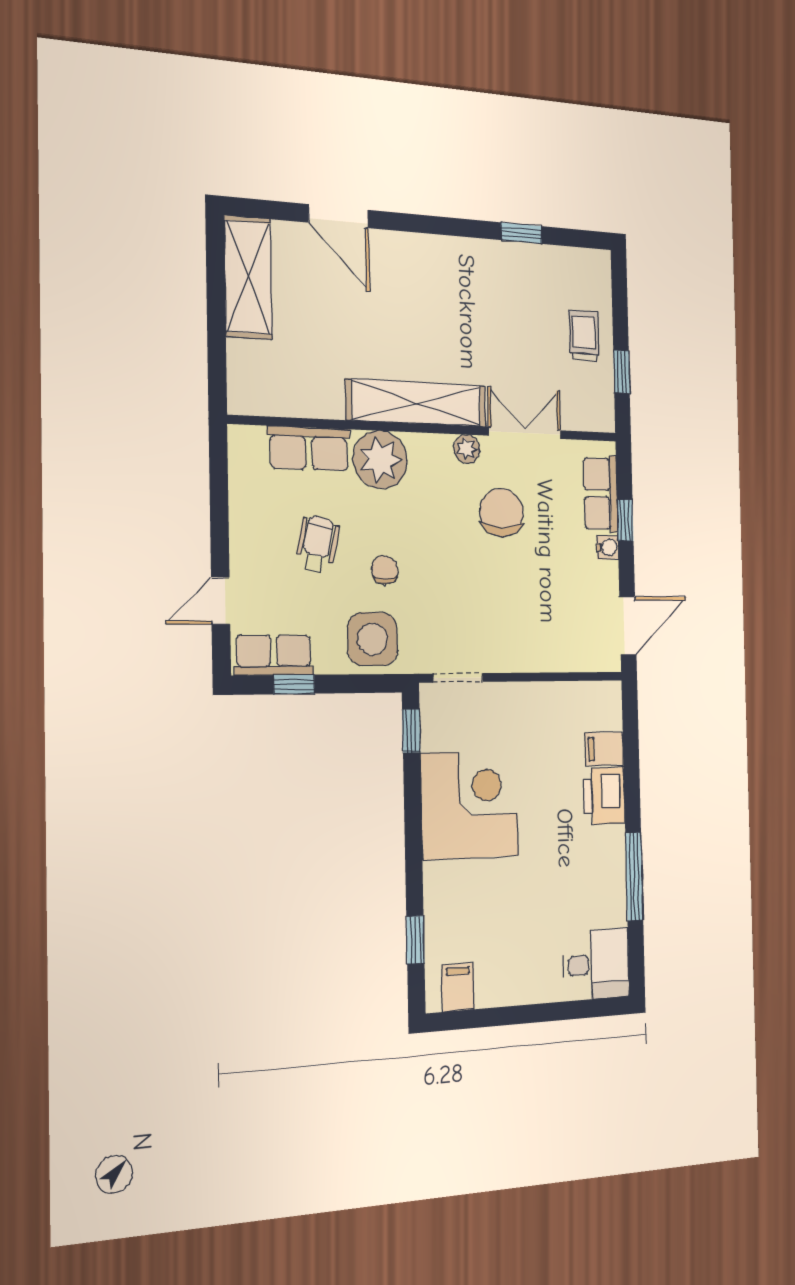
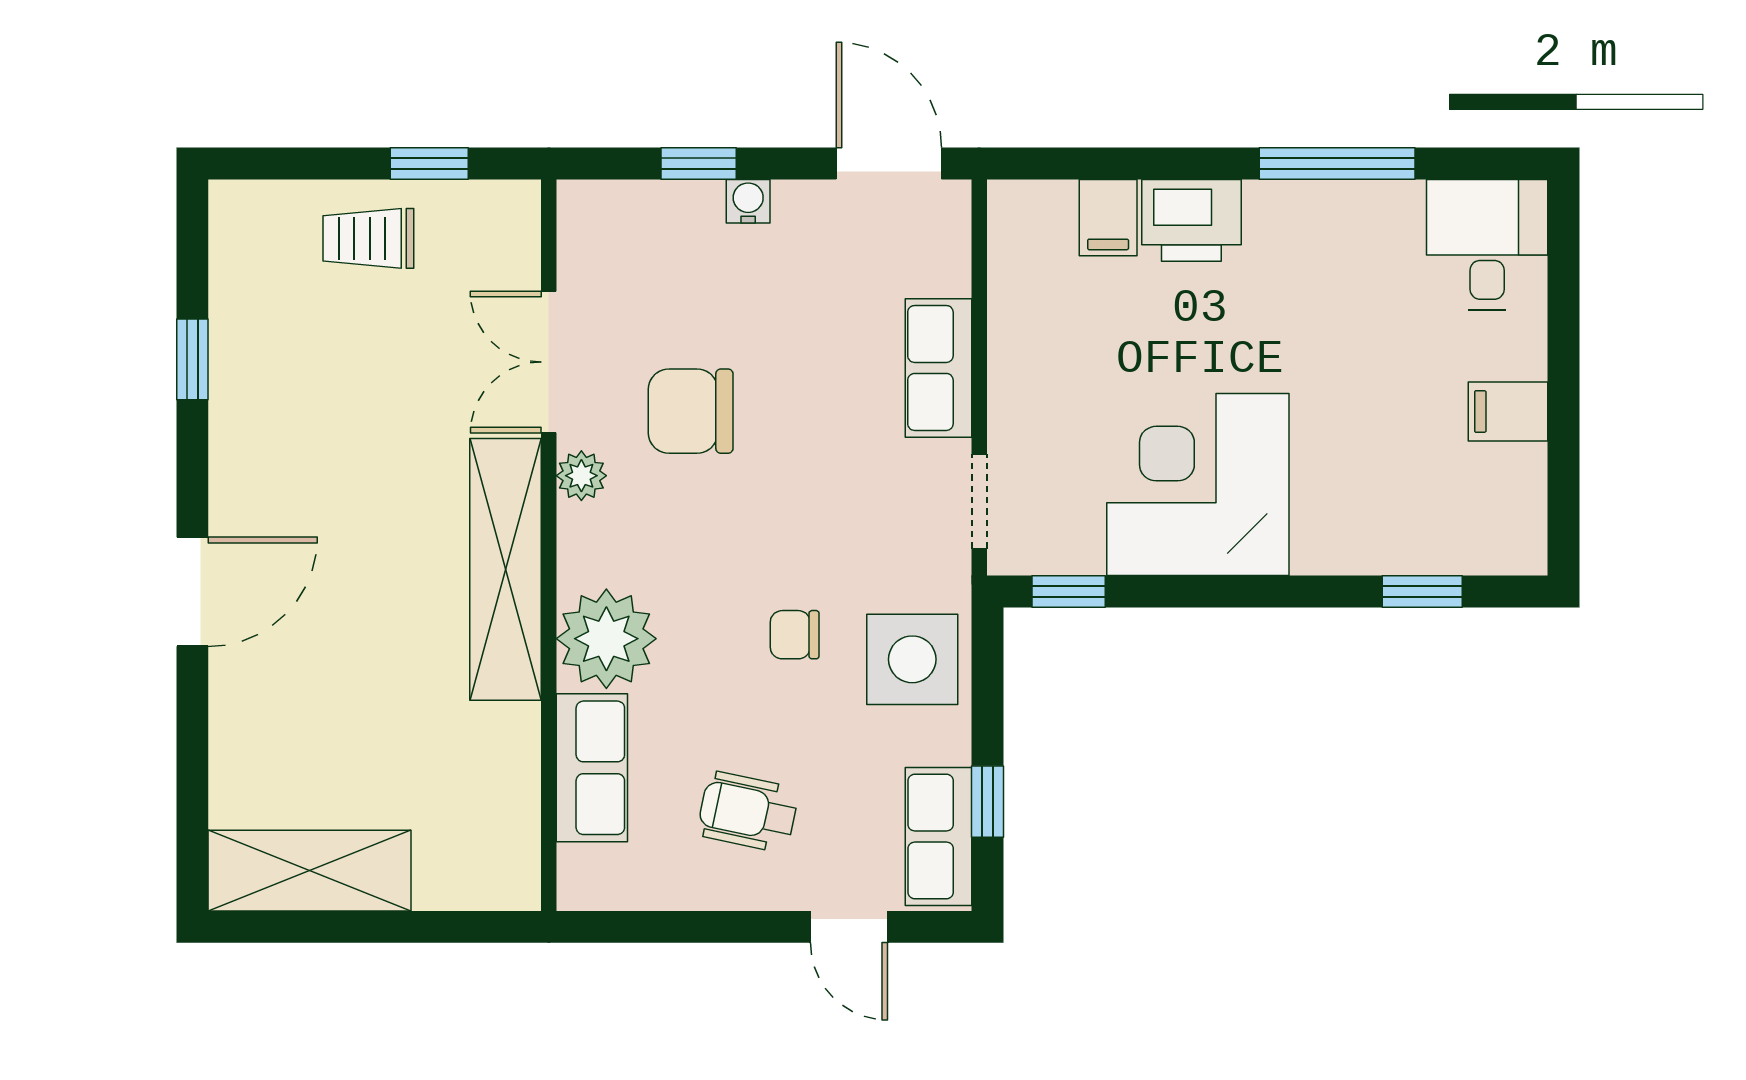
door: (338, 216) -> (192, 592), moved
row of seats: (601, 494) -> (938, 368), moved, turned 90
wheelchair: (317, 544) -> (748, 812), moved
filing cabinet: (458, 987) -> (1508, 411), moved

